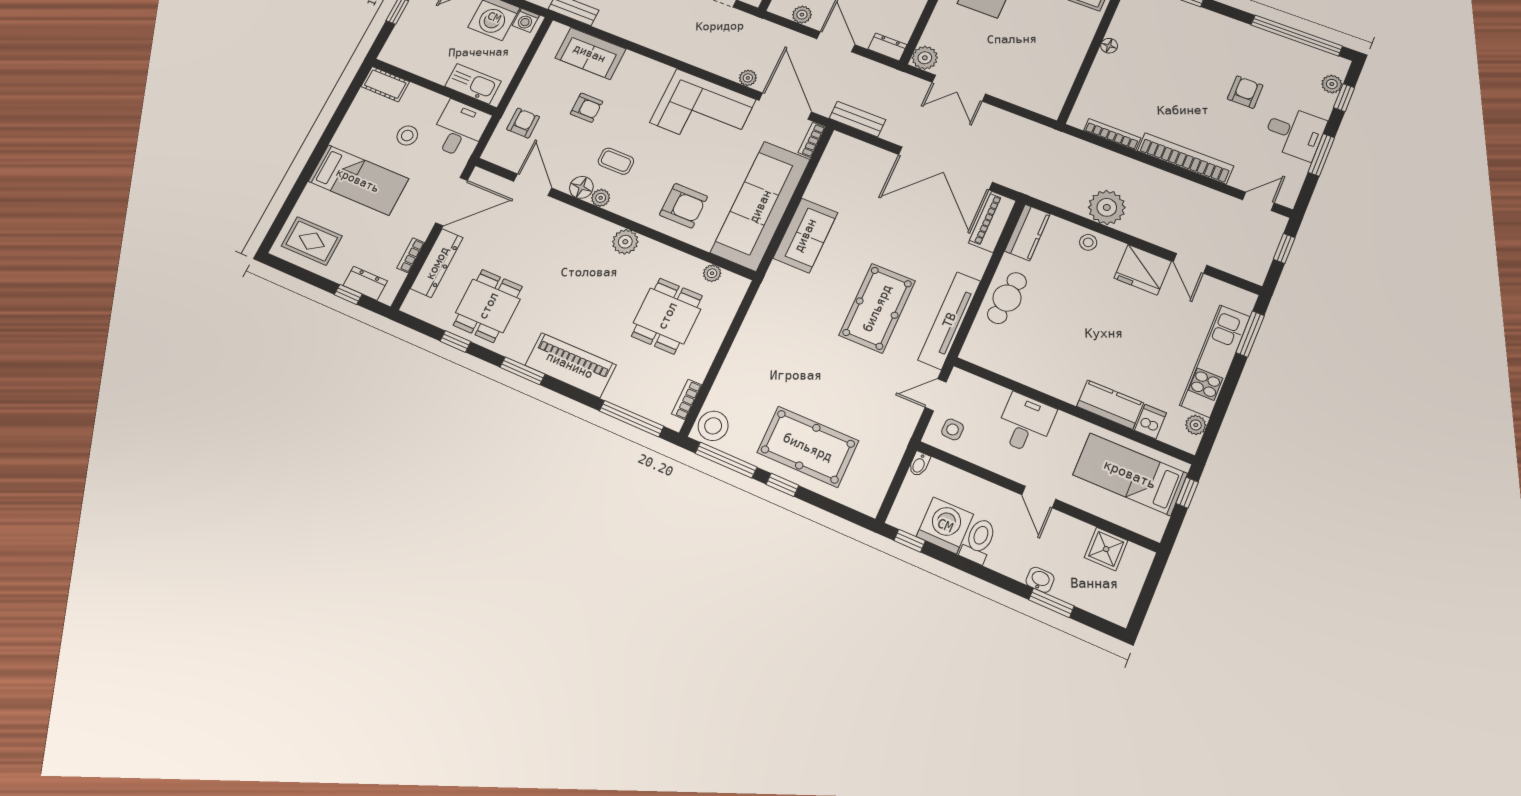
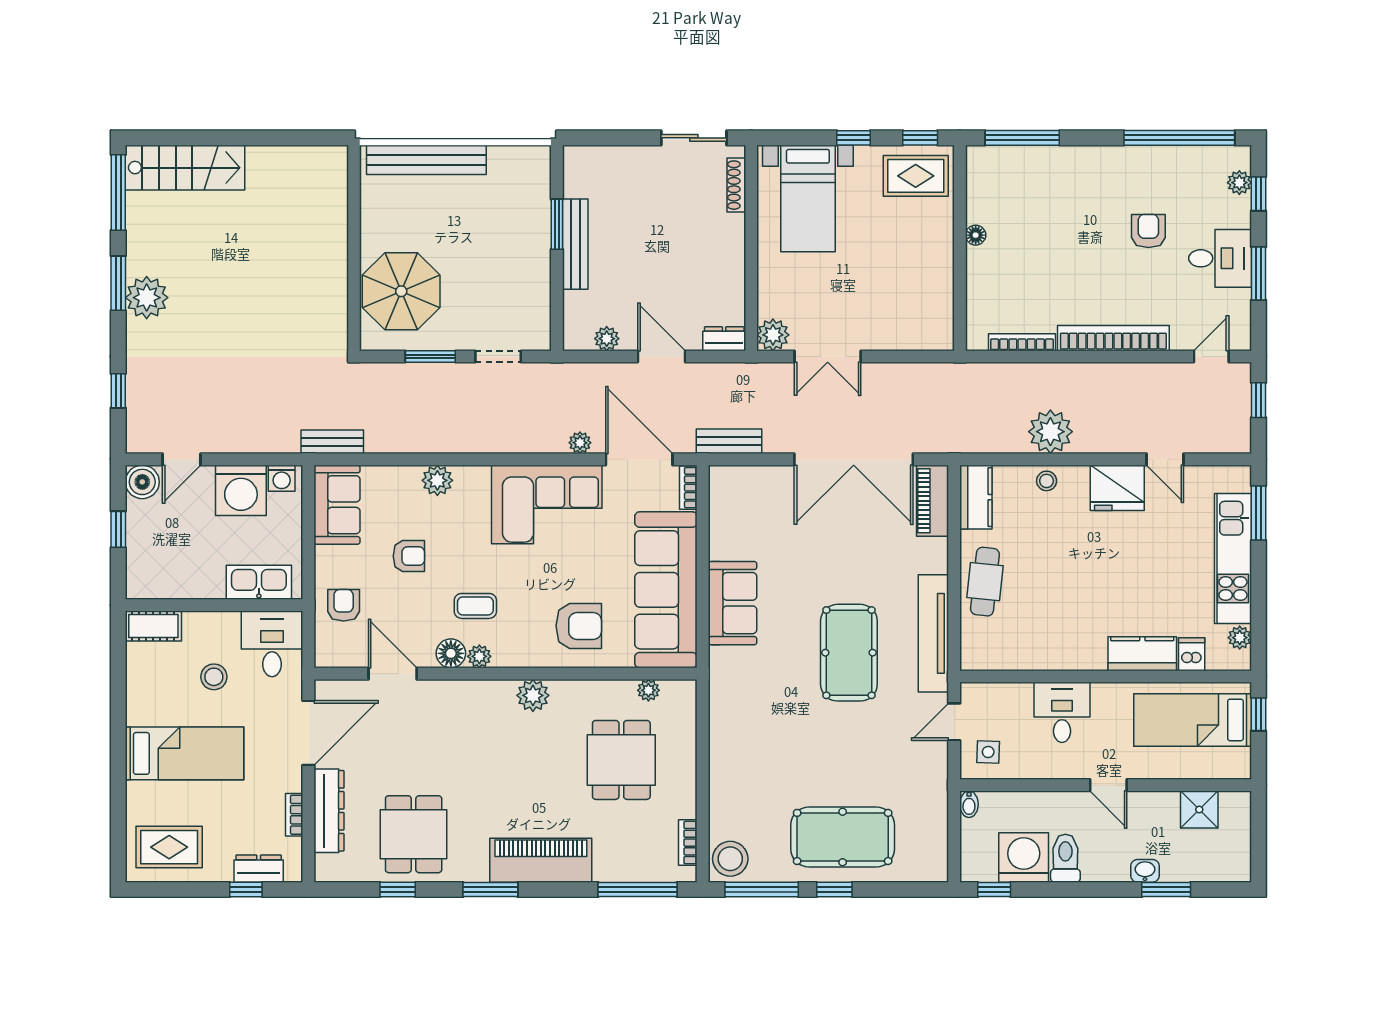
sofa: (590, 53) -> (337, 505), moved, turned -90
plant: (633, 64) -> (437, 480), added

